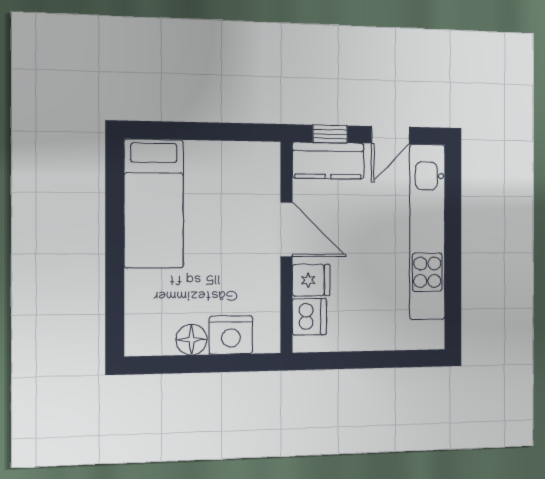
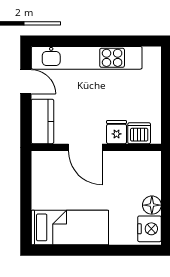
window: (330, 134) -> (26, 120), removed
door: (287, 229) -> (85, 147), swing flipped
nightstand: (231, 335) -> (149, 229), moved

